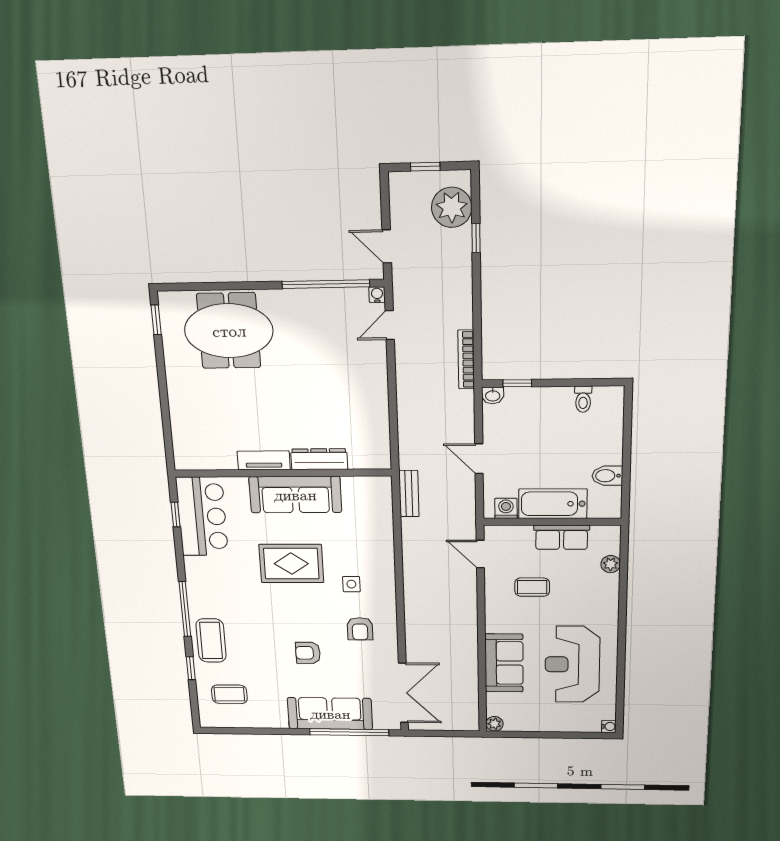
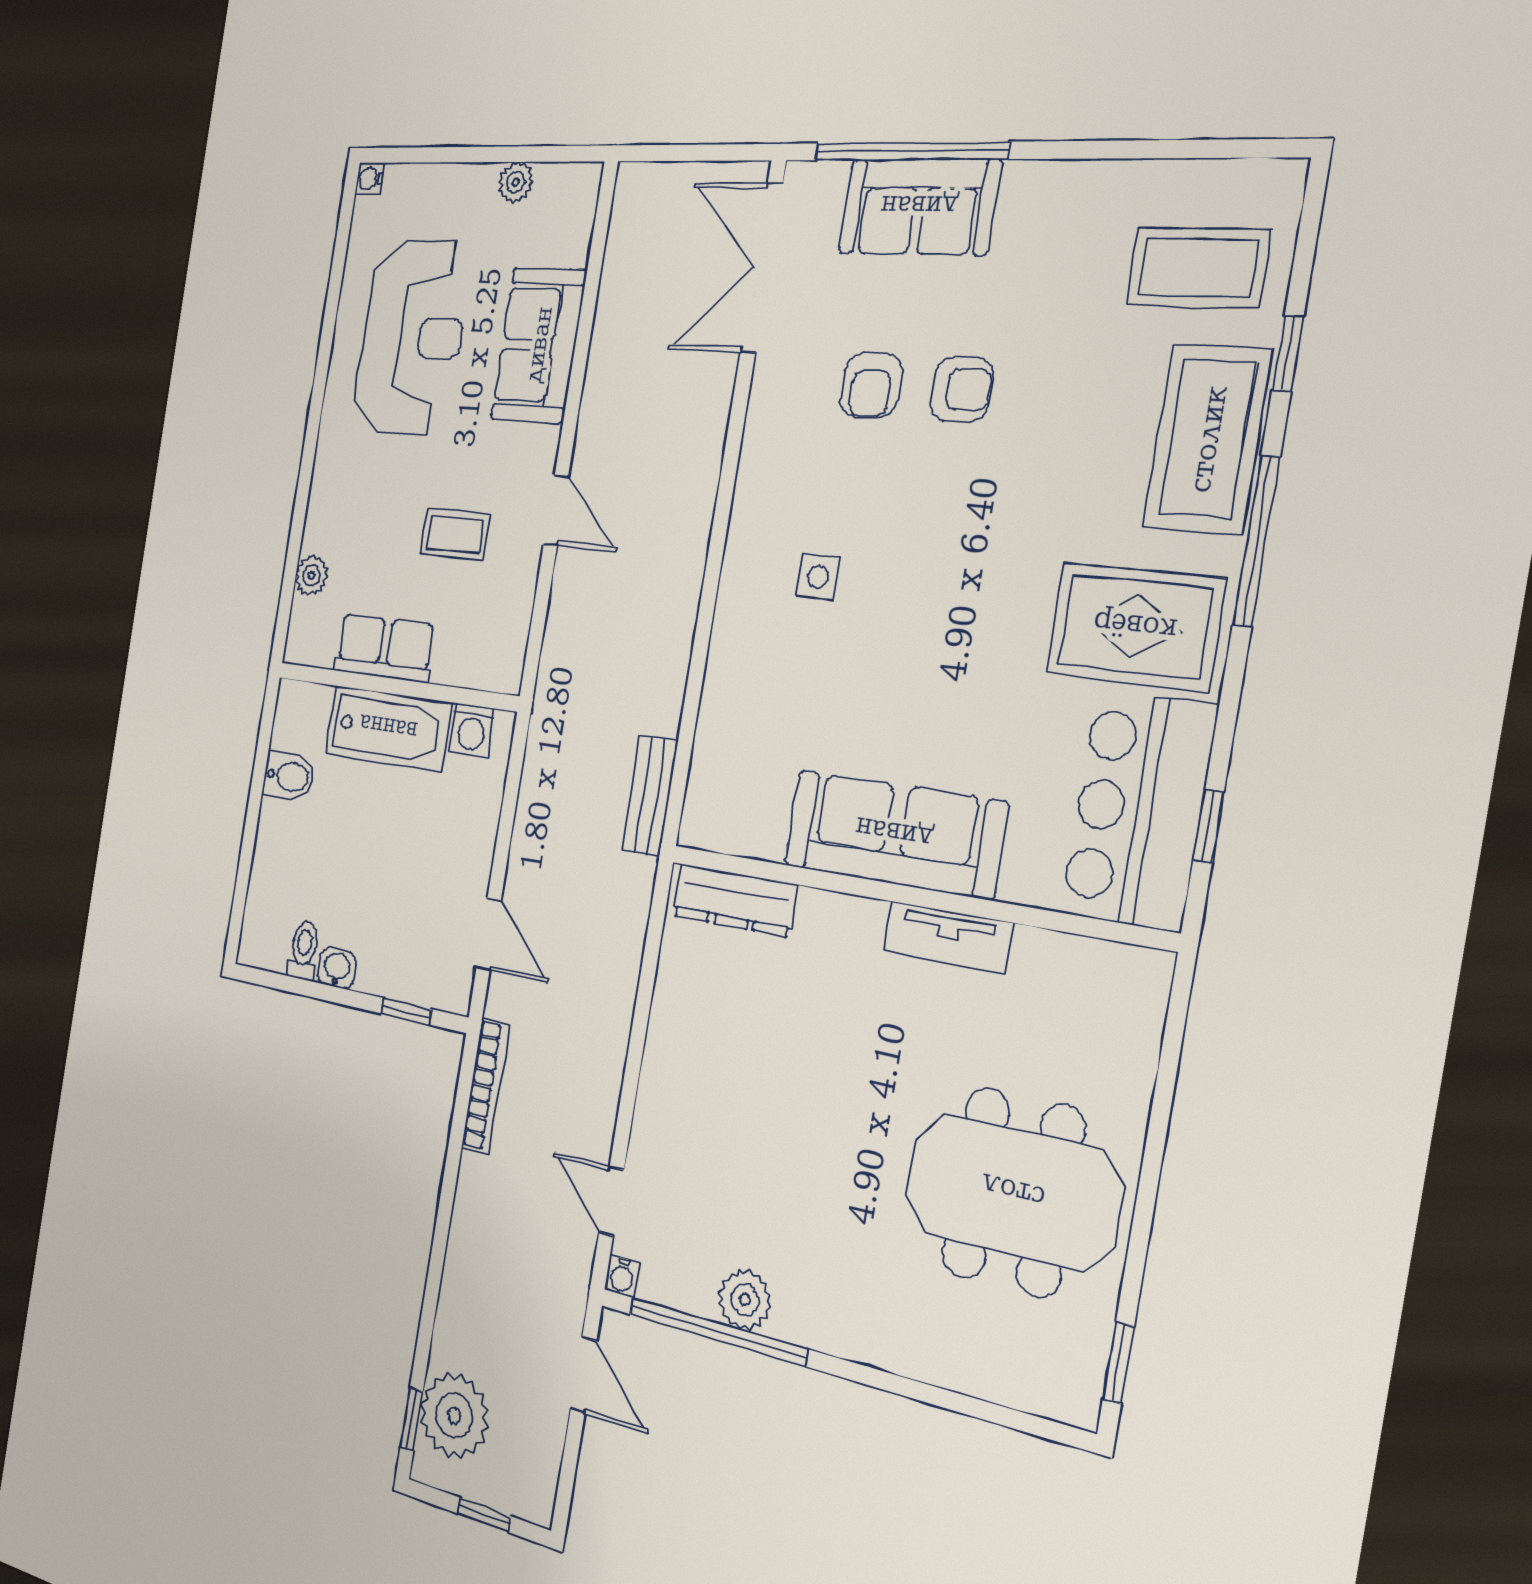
window: (476, 238) -> (412, 1419), moved
plant: (316, 301) -> (745, 1300), added
door: (390, 325) -> (611, 1201), swing flipped
meeting table: (229, 331) -> (1013, 1192), moved
washbasin: (493, 395) -> (336, 968), moved
dresser: (319, 459) -> (734, 900), moved
door: (479, 459) -> (489, 934), moved
door: (480, 554) -> (556, 510), moved
rug: (291, 564) -> (1135, 627), moved
armchair: (360, 629) -> (871, 385), moved, turned 180
coffee table: (211, 640) -> (1207, 439), width x1.36, depth x1.32
coffee table: (229, 694) -> (1198, 267), width x1.36, depth x1.30
sofa: (330, 714) -> (919, 207), width x0.73
plant: (494, 724) -> (516, 182), moved

